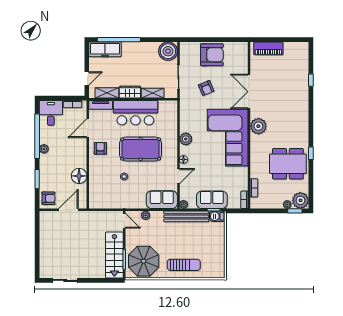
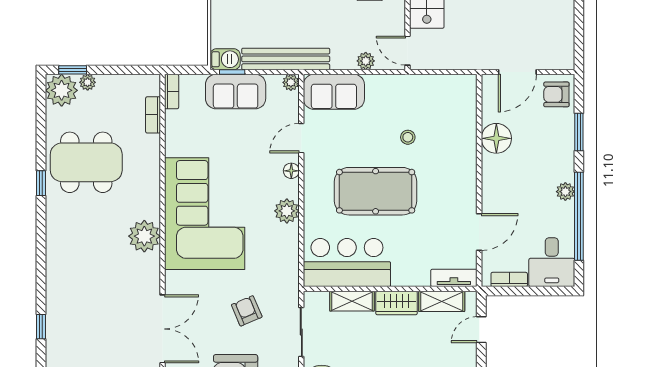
double door: (249, 92) -> (162, 329), moved
bar counter: (135, 113) -> (347, 263), moved
armchair: (100, 148) -> (455, 193), removed

